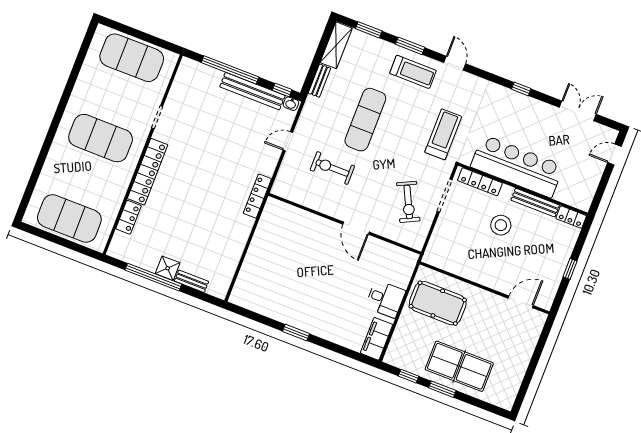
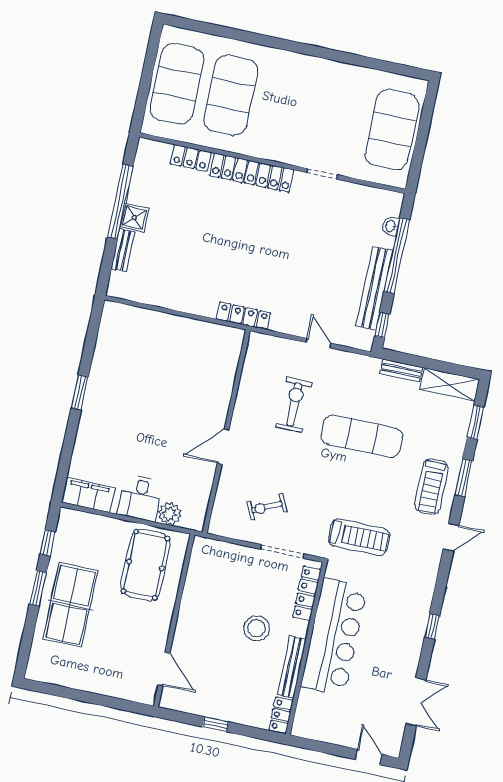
washbasin: (291, 104) -> (391, 226), moved
exercise mat: (101, 138) -> (231, 95), moved
exercise bike: (408, 202) -> (267, 507), width x0.73, depth x0.72
plant: (401, 278) -> (170, 514), added

